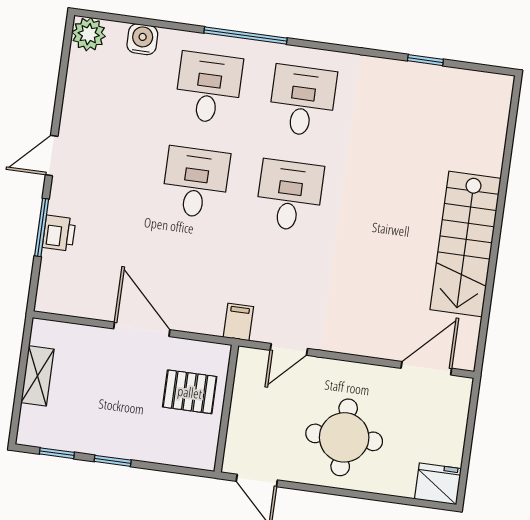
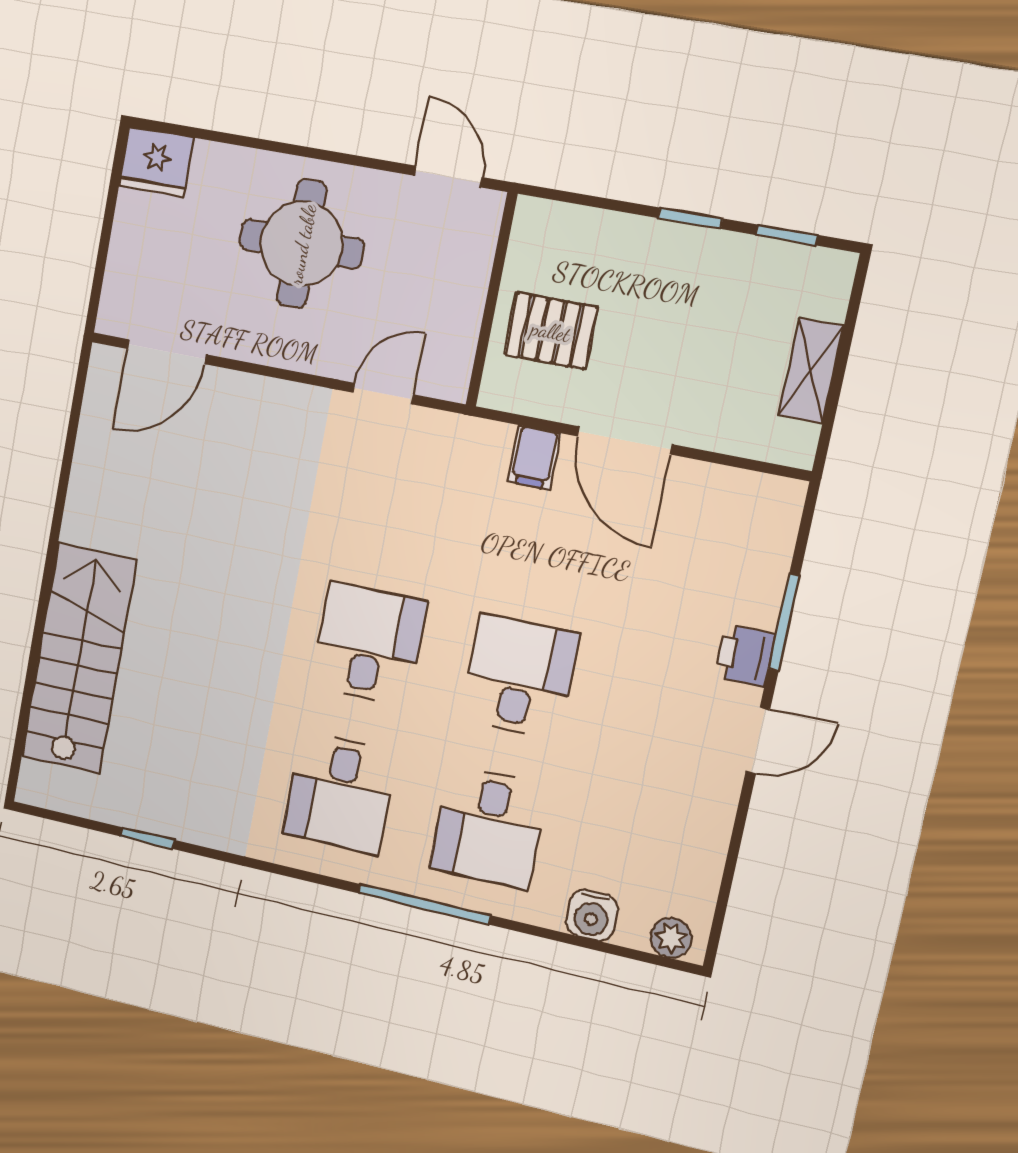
plant: (89, 34) -> (671, 938), width x0.73, depth x0.73
desk: (196, 183) -> (519, 676), turned 180
desk: (290, 195) -> (368, 644), turned 180
printer: (59, 233) -> (745, 656), moved
stairs: (466, 244) -> (79, 659), moved
filing cabinet: (238, 322) -> (534, 457), moved

